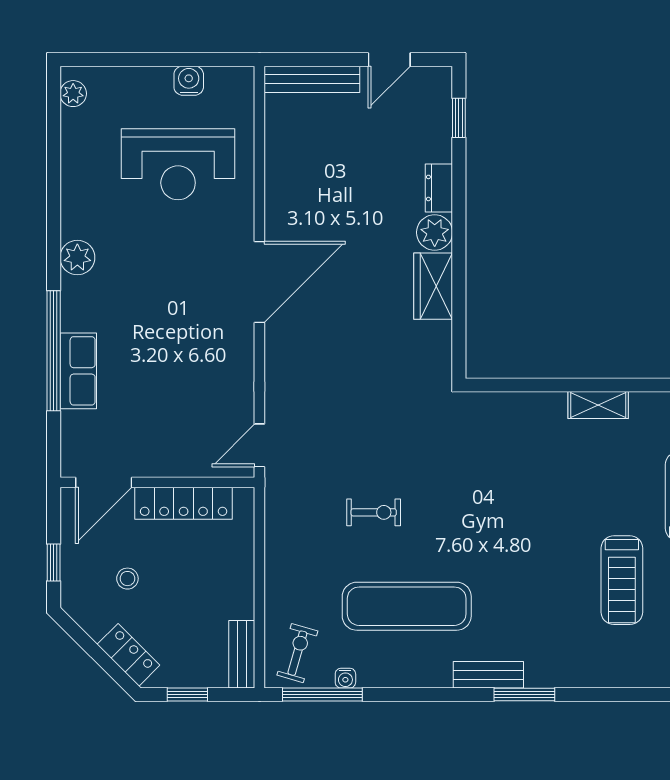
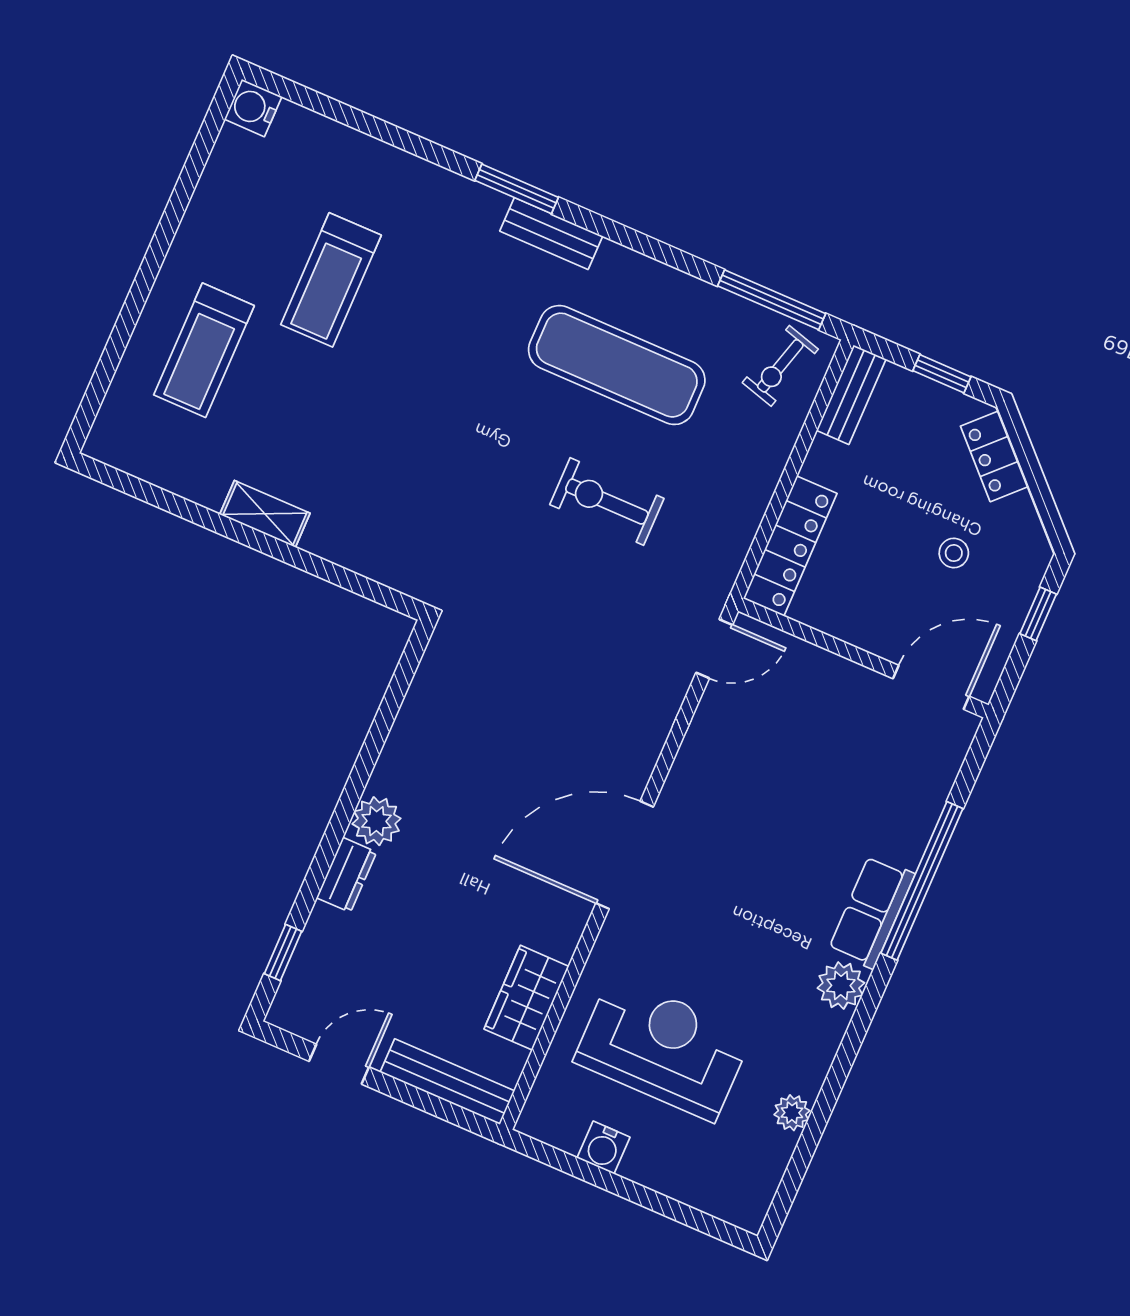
plant: (73, 94) -> (792, 1113), moved
wardrobe: (433, 286) -> (526, 998), moved, turned 180
row of seats: (78, 371) -> (872, 912), moved
locker: (184, 503) -> (790, 546), moved, turned 90
exercise bike: (374, 512) -> (607, 502), width x1.38, depth x1.39
treadmill: (622, 580) -> (331, 280), turned 180
water cooler: (345, 678) -> (733, 308), removed

